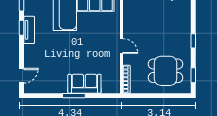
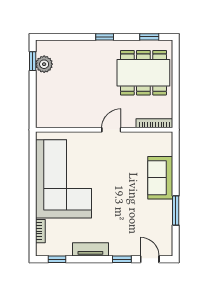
window: (22, 28) -> (122, 259), moved
dining table: (165, 71) -> (143, 73), width x1.38
window: (74, 96) -> (176, 211), moved

